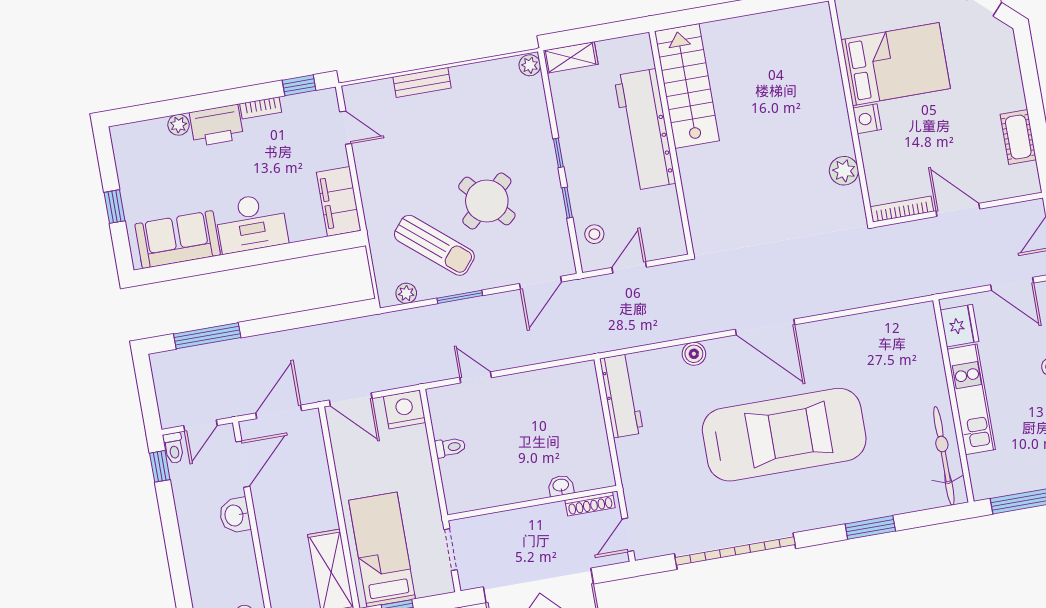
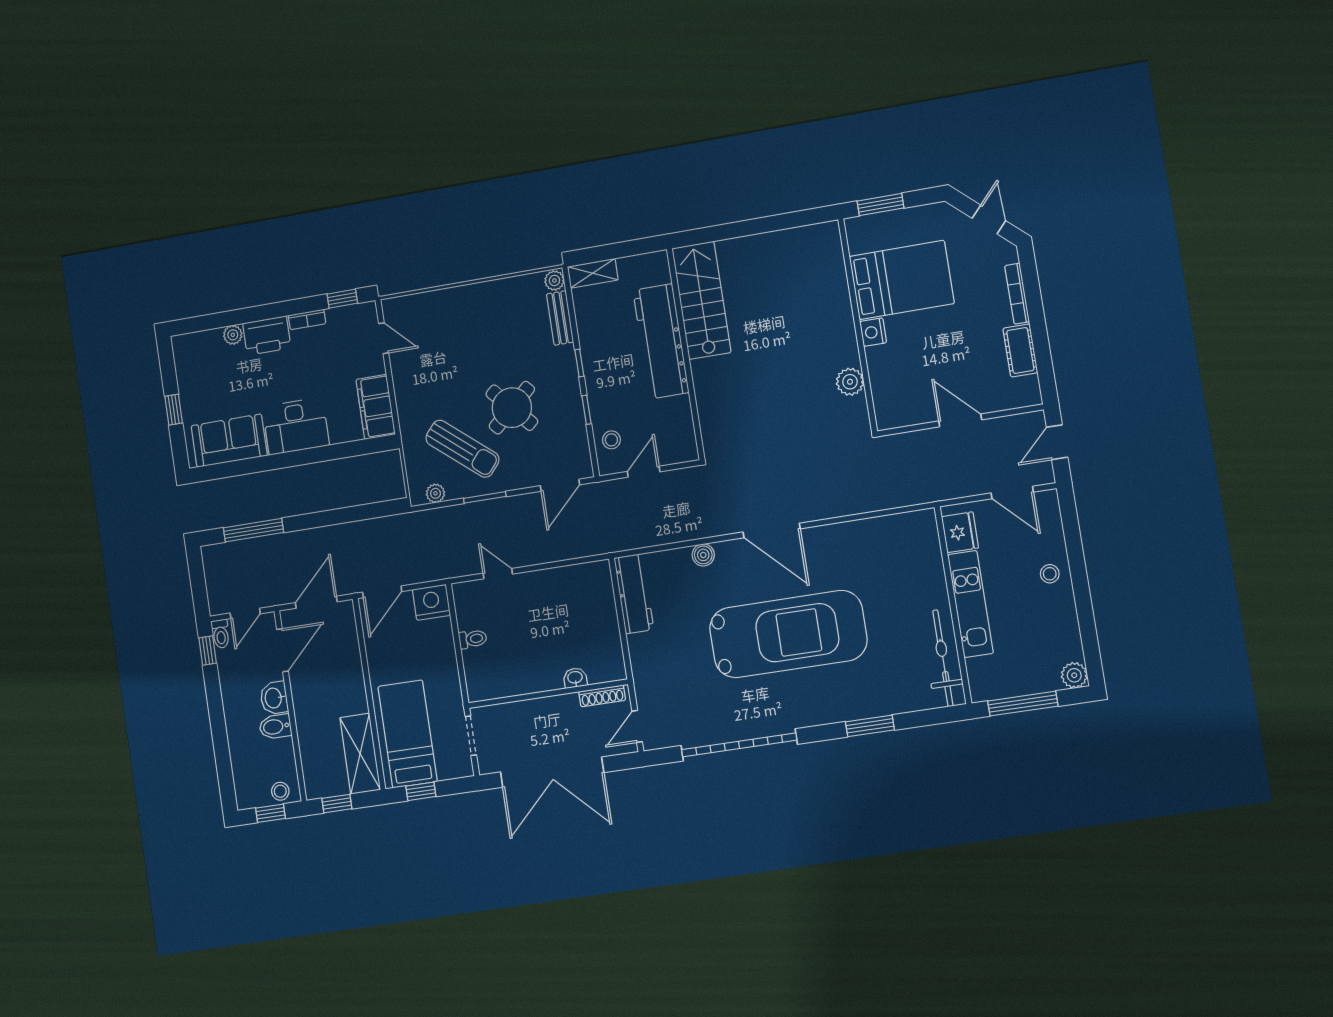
bench: (422, 82) -> (560, 318), moved, turned 90
bookcase: (902, 209) -> (1017, 294), moved, turned -90
door: (351, 399) -> (382, 592), hinge flipped
bidet: (237, 546) -> (275, 727), added

